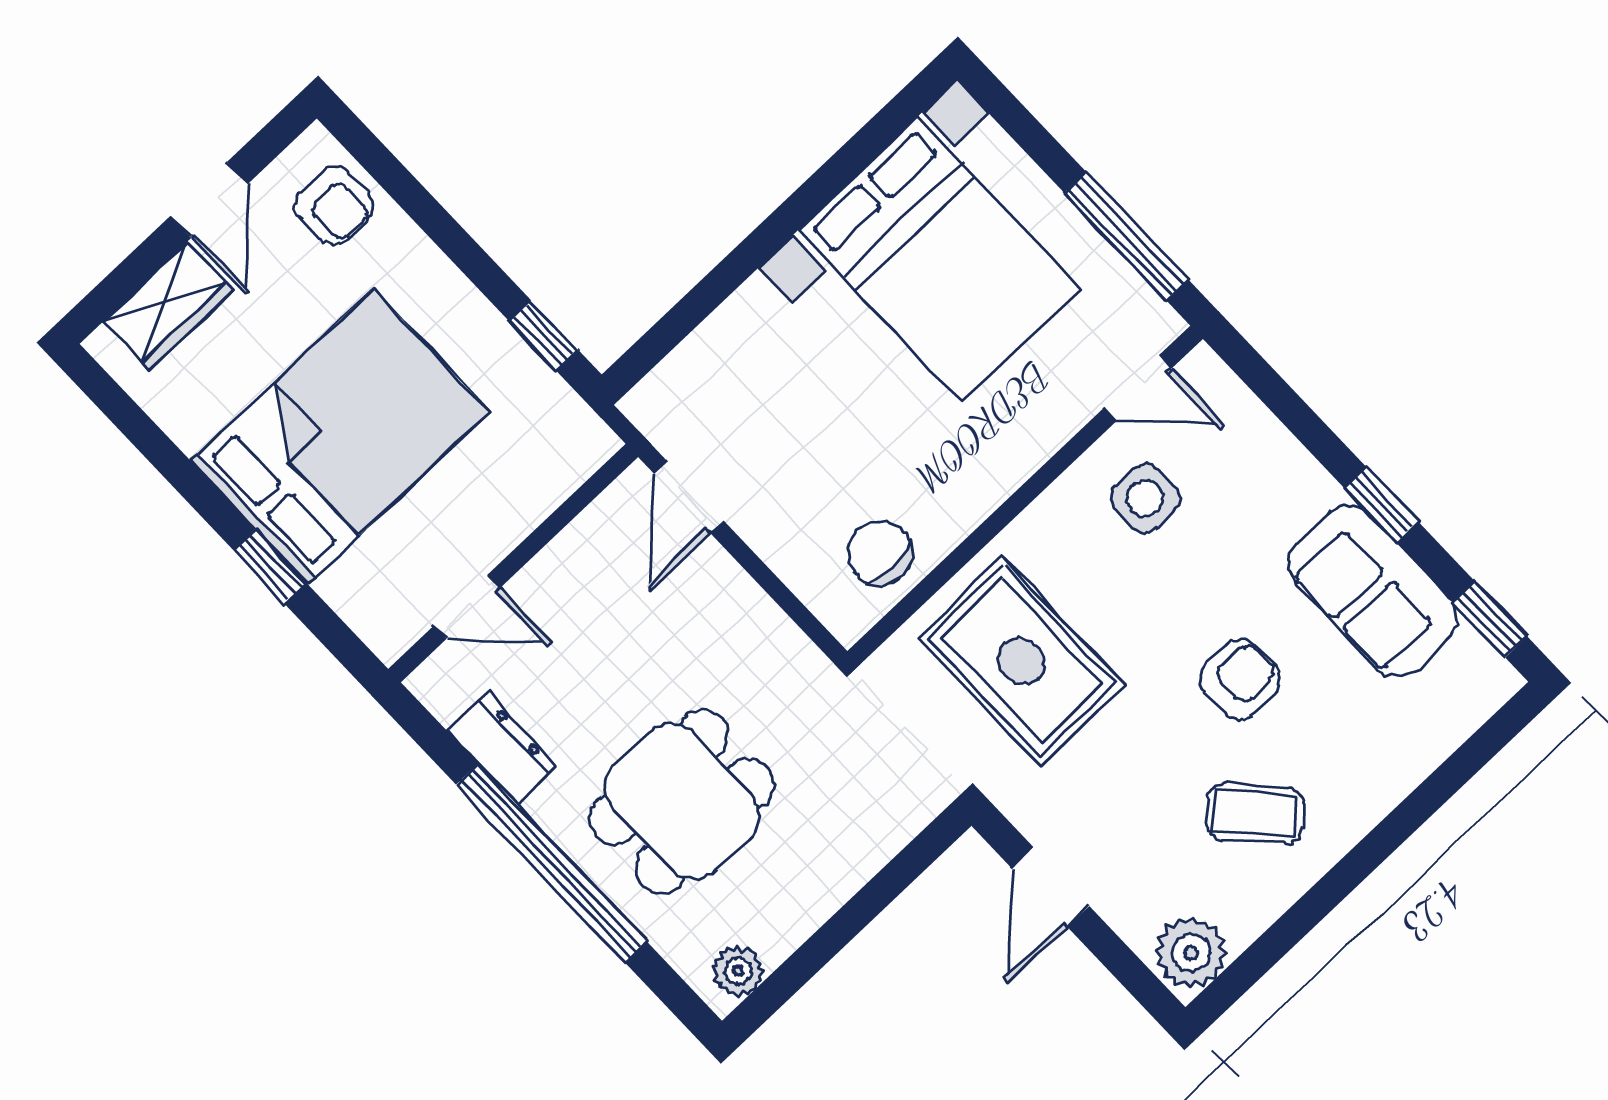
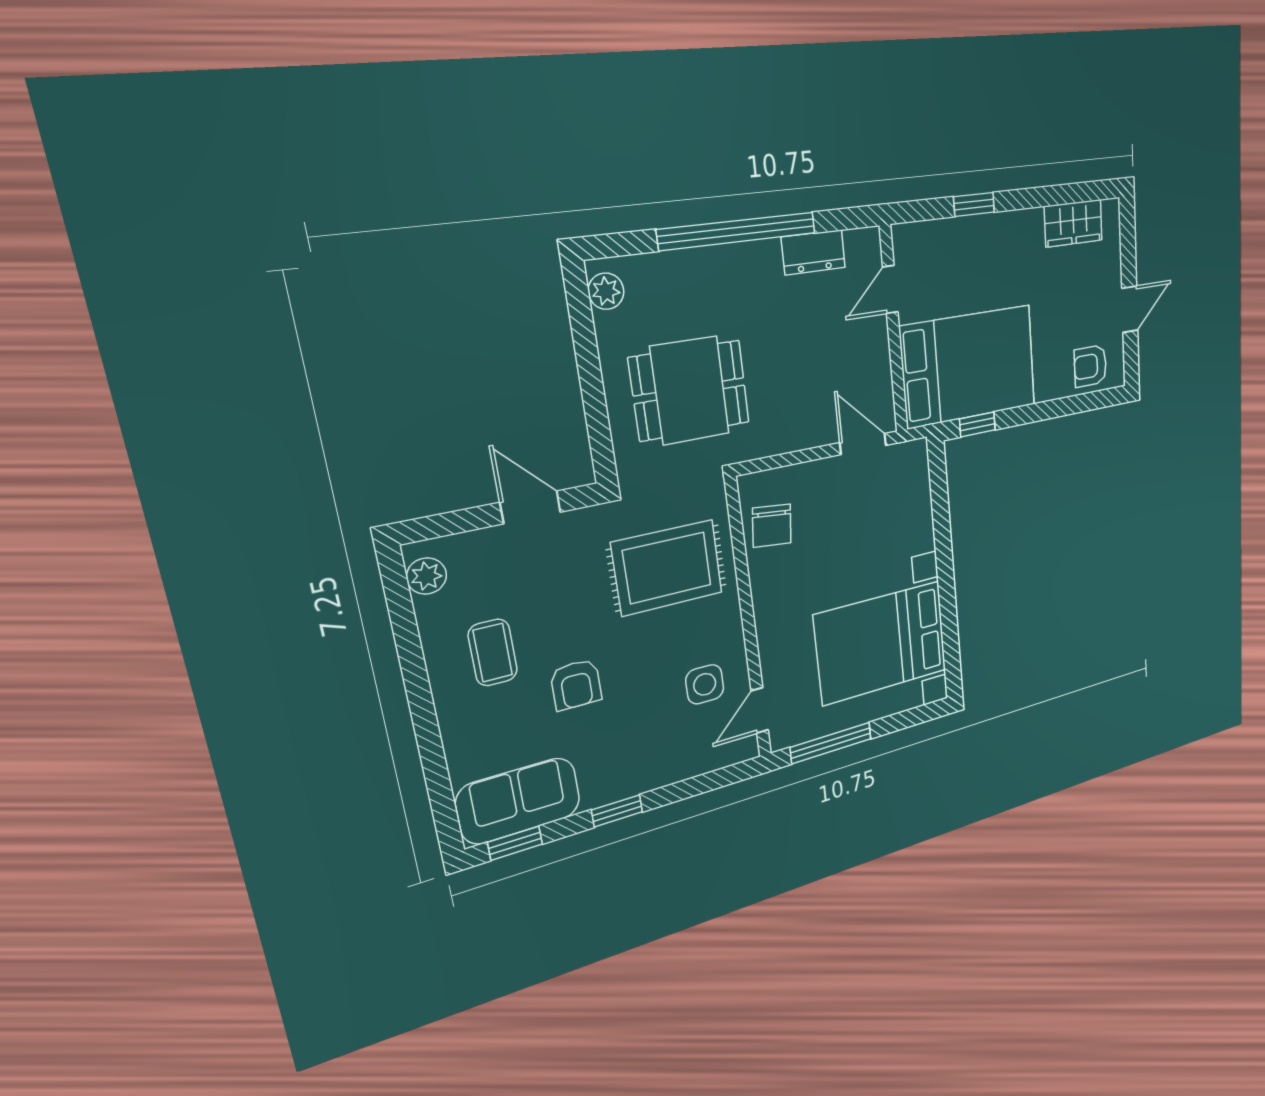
door: (209, 200) -> (1130, 309), swing flipped
wardrobe: (168, 306) -> (1073, 223), moved, turned -90
bed: (340, 436) -> (969, 366), moved, turned -90
chair: (879, 553) -> (772, 526), turned 96
sofa: (1373, 591) -> (519, 801), moved
dining table: (682, 802) -> (690, 391), moved, turned 90
coffee table: (1255, 813) -> (493, 653), turned -47
plant: (1191, 953) -> (426, 576), width x0.73, depth x0.73

